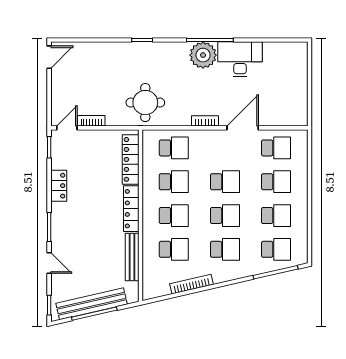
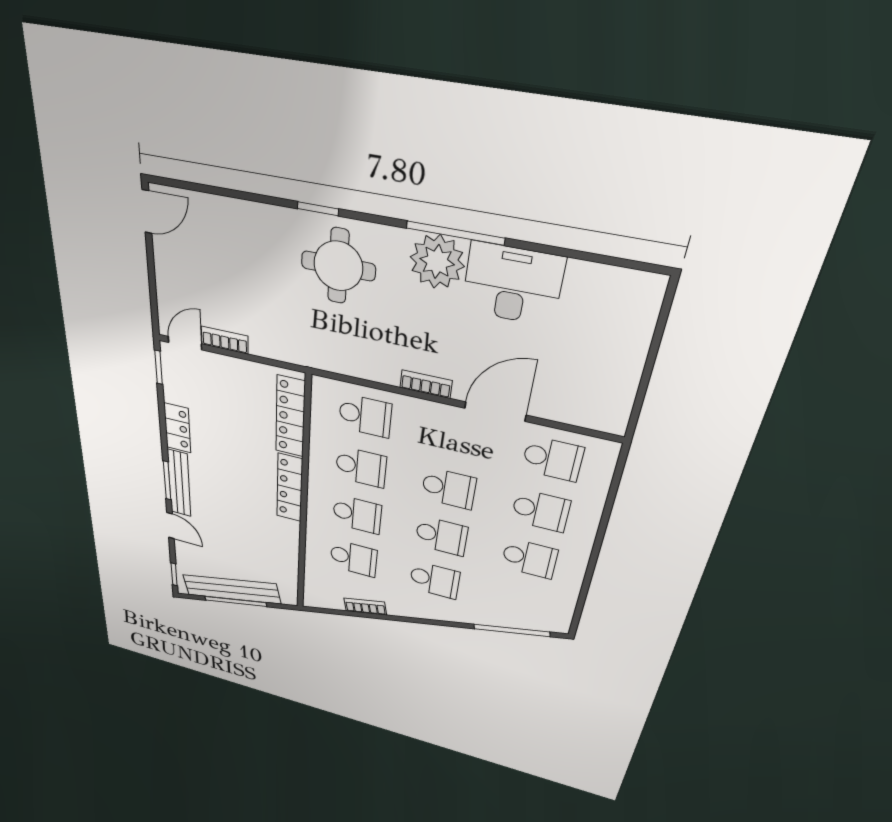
round table: (145, 103) -> (338, 266), moved
school desk: (276, 249) -> (519, 603), removed
bench: (132, 257) -> (179, 483), moved
bookcase: (191, 284) -> (365, 607), width x0.64

